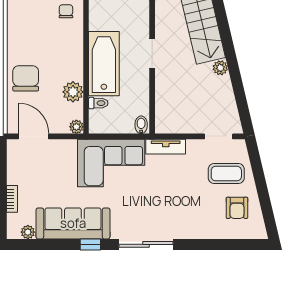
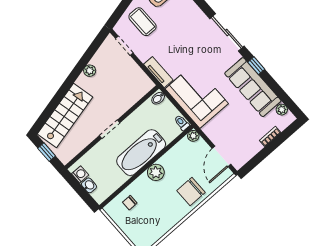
plant: (220, 68) -> (90, 71), moved
plant: (73, 92) -> (156, 172), moved
toilet: (98, 103) -> (182, 123), moved

